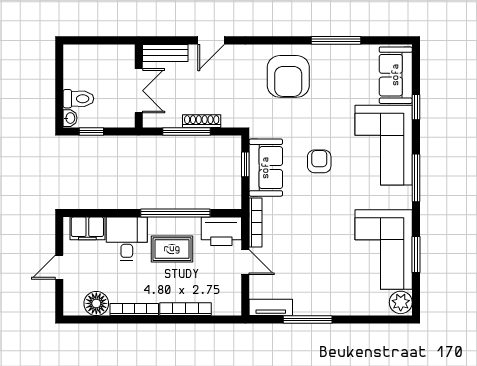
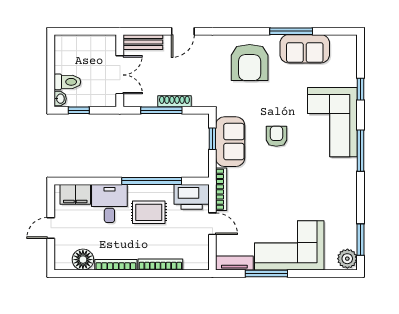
sofa: (396, 75) -> (305, 49), moved, turned -90
corner sofa: (384, 250) -> (289, 245), moved, turned 90
window: (416, 254) -> (360, 240), moved

